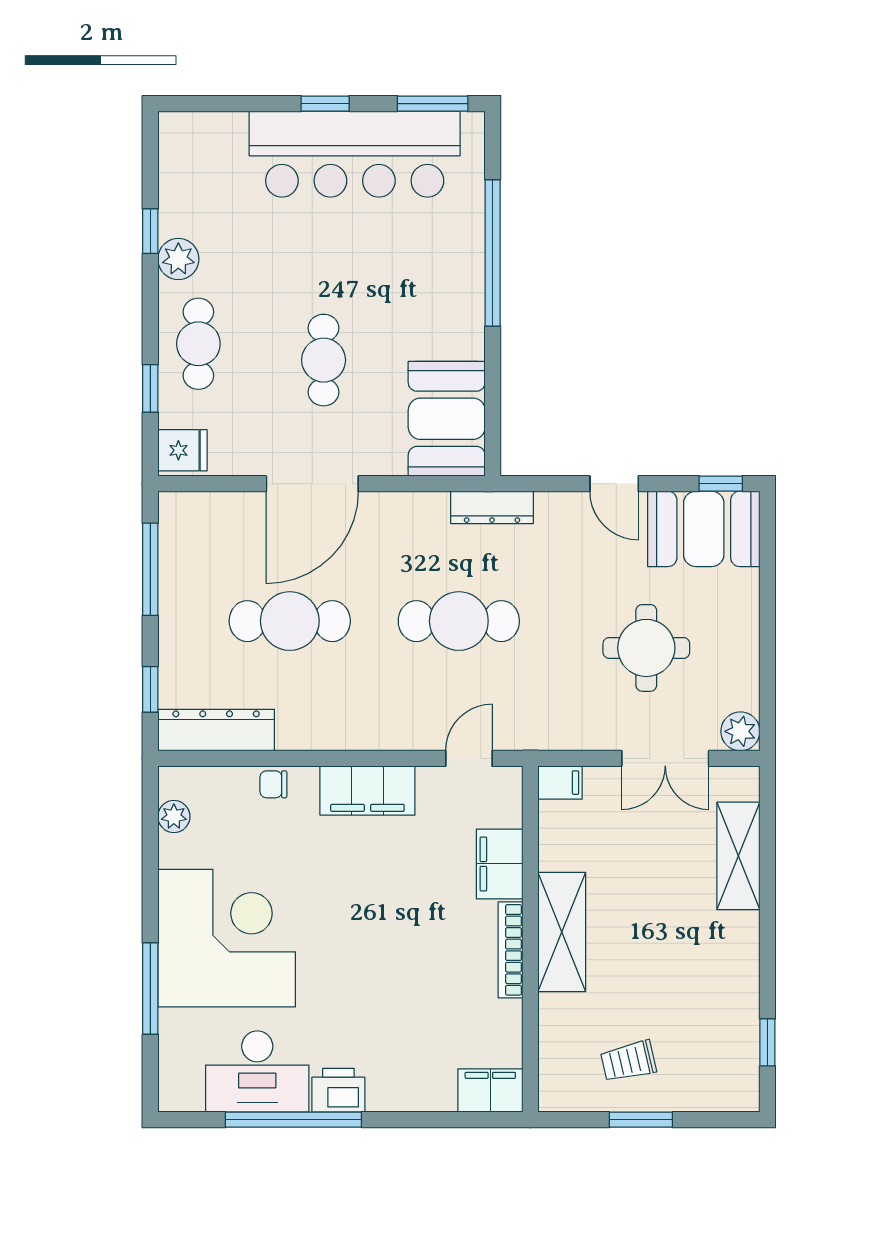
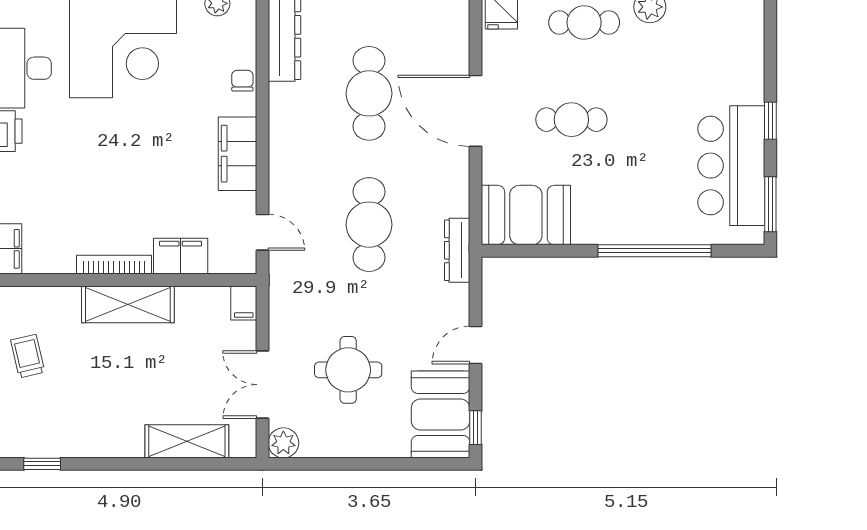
bar counter: (355, 154) -> (731, 166), width x0.73

